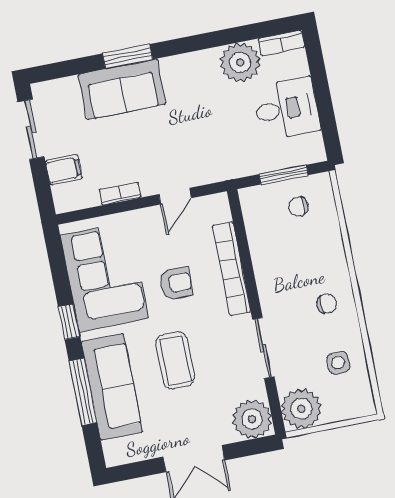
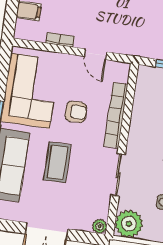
door: (175, 196) -> (96, 54), hinge flipped
plant: (252, 419) -> (100, 226), width x0.53, depth x0.53

